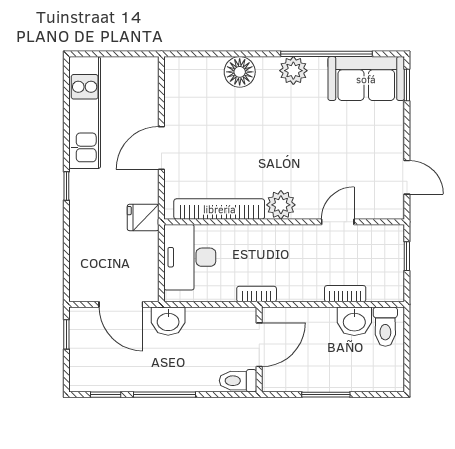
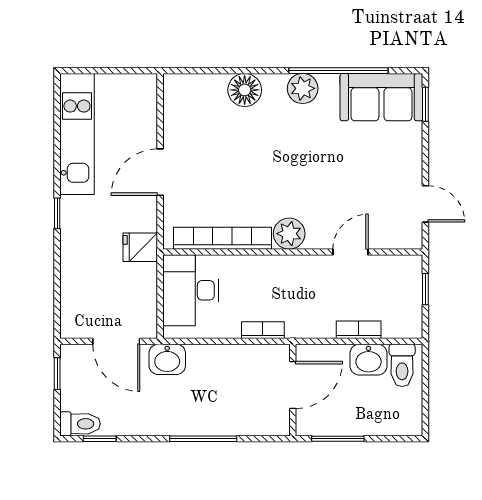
door: (259, 345) -> (293, 385), moved
wall: (259, 349) -> (293, 390), moved
toilet: (238, 381) -> (80, 424), moved, turned 180
window: (164, 395) -> (203, 439), moved

